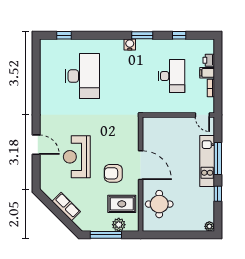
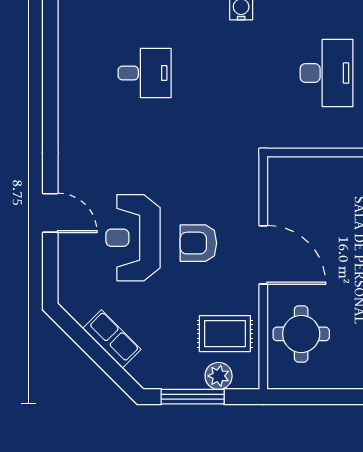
desk: (82, 76) -> (145, 73), width x0.53, depth x0.77
armchair: (113, 173) -> (198, 243), moved

